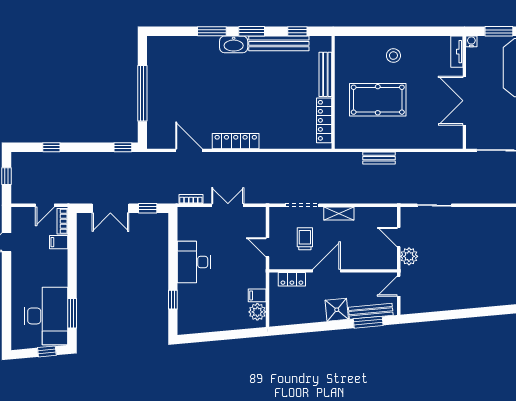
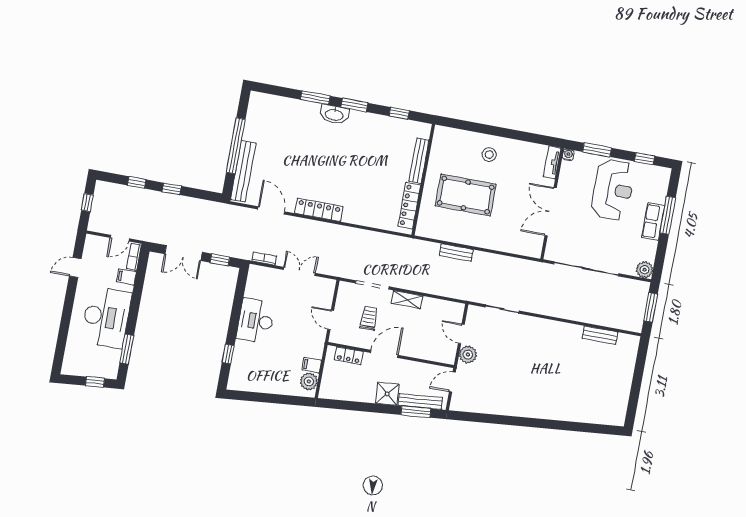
bench: (279, 43) -> (243, 171), moved, turned 90
window: (123, 147) -> (172, 189), moved
desk: (46, 316) -> (106, 317), moved

